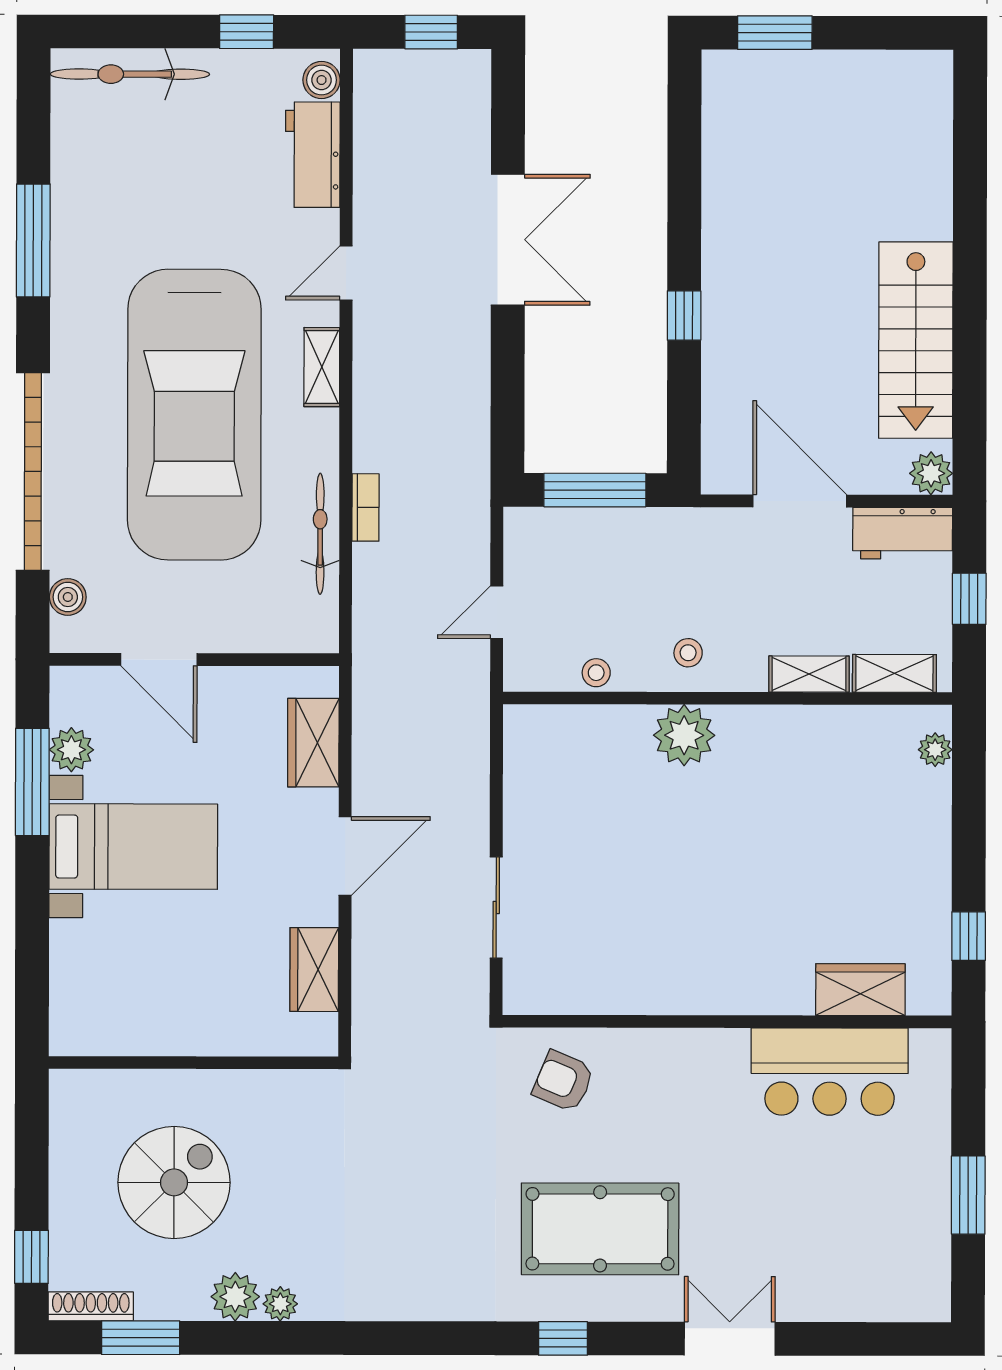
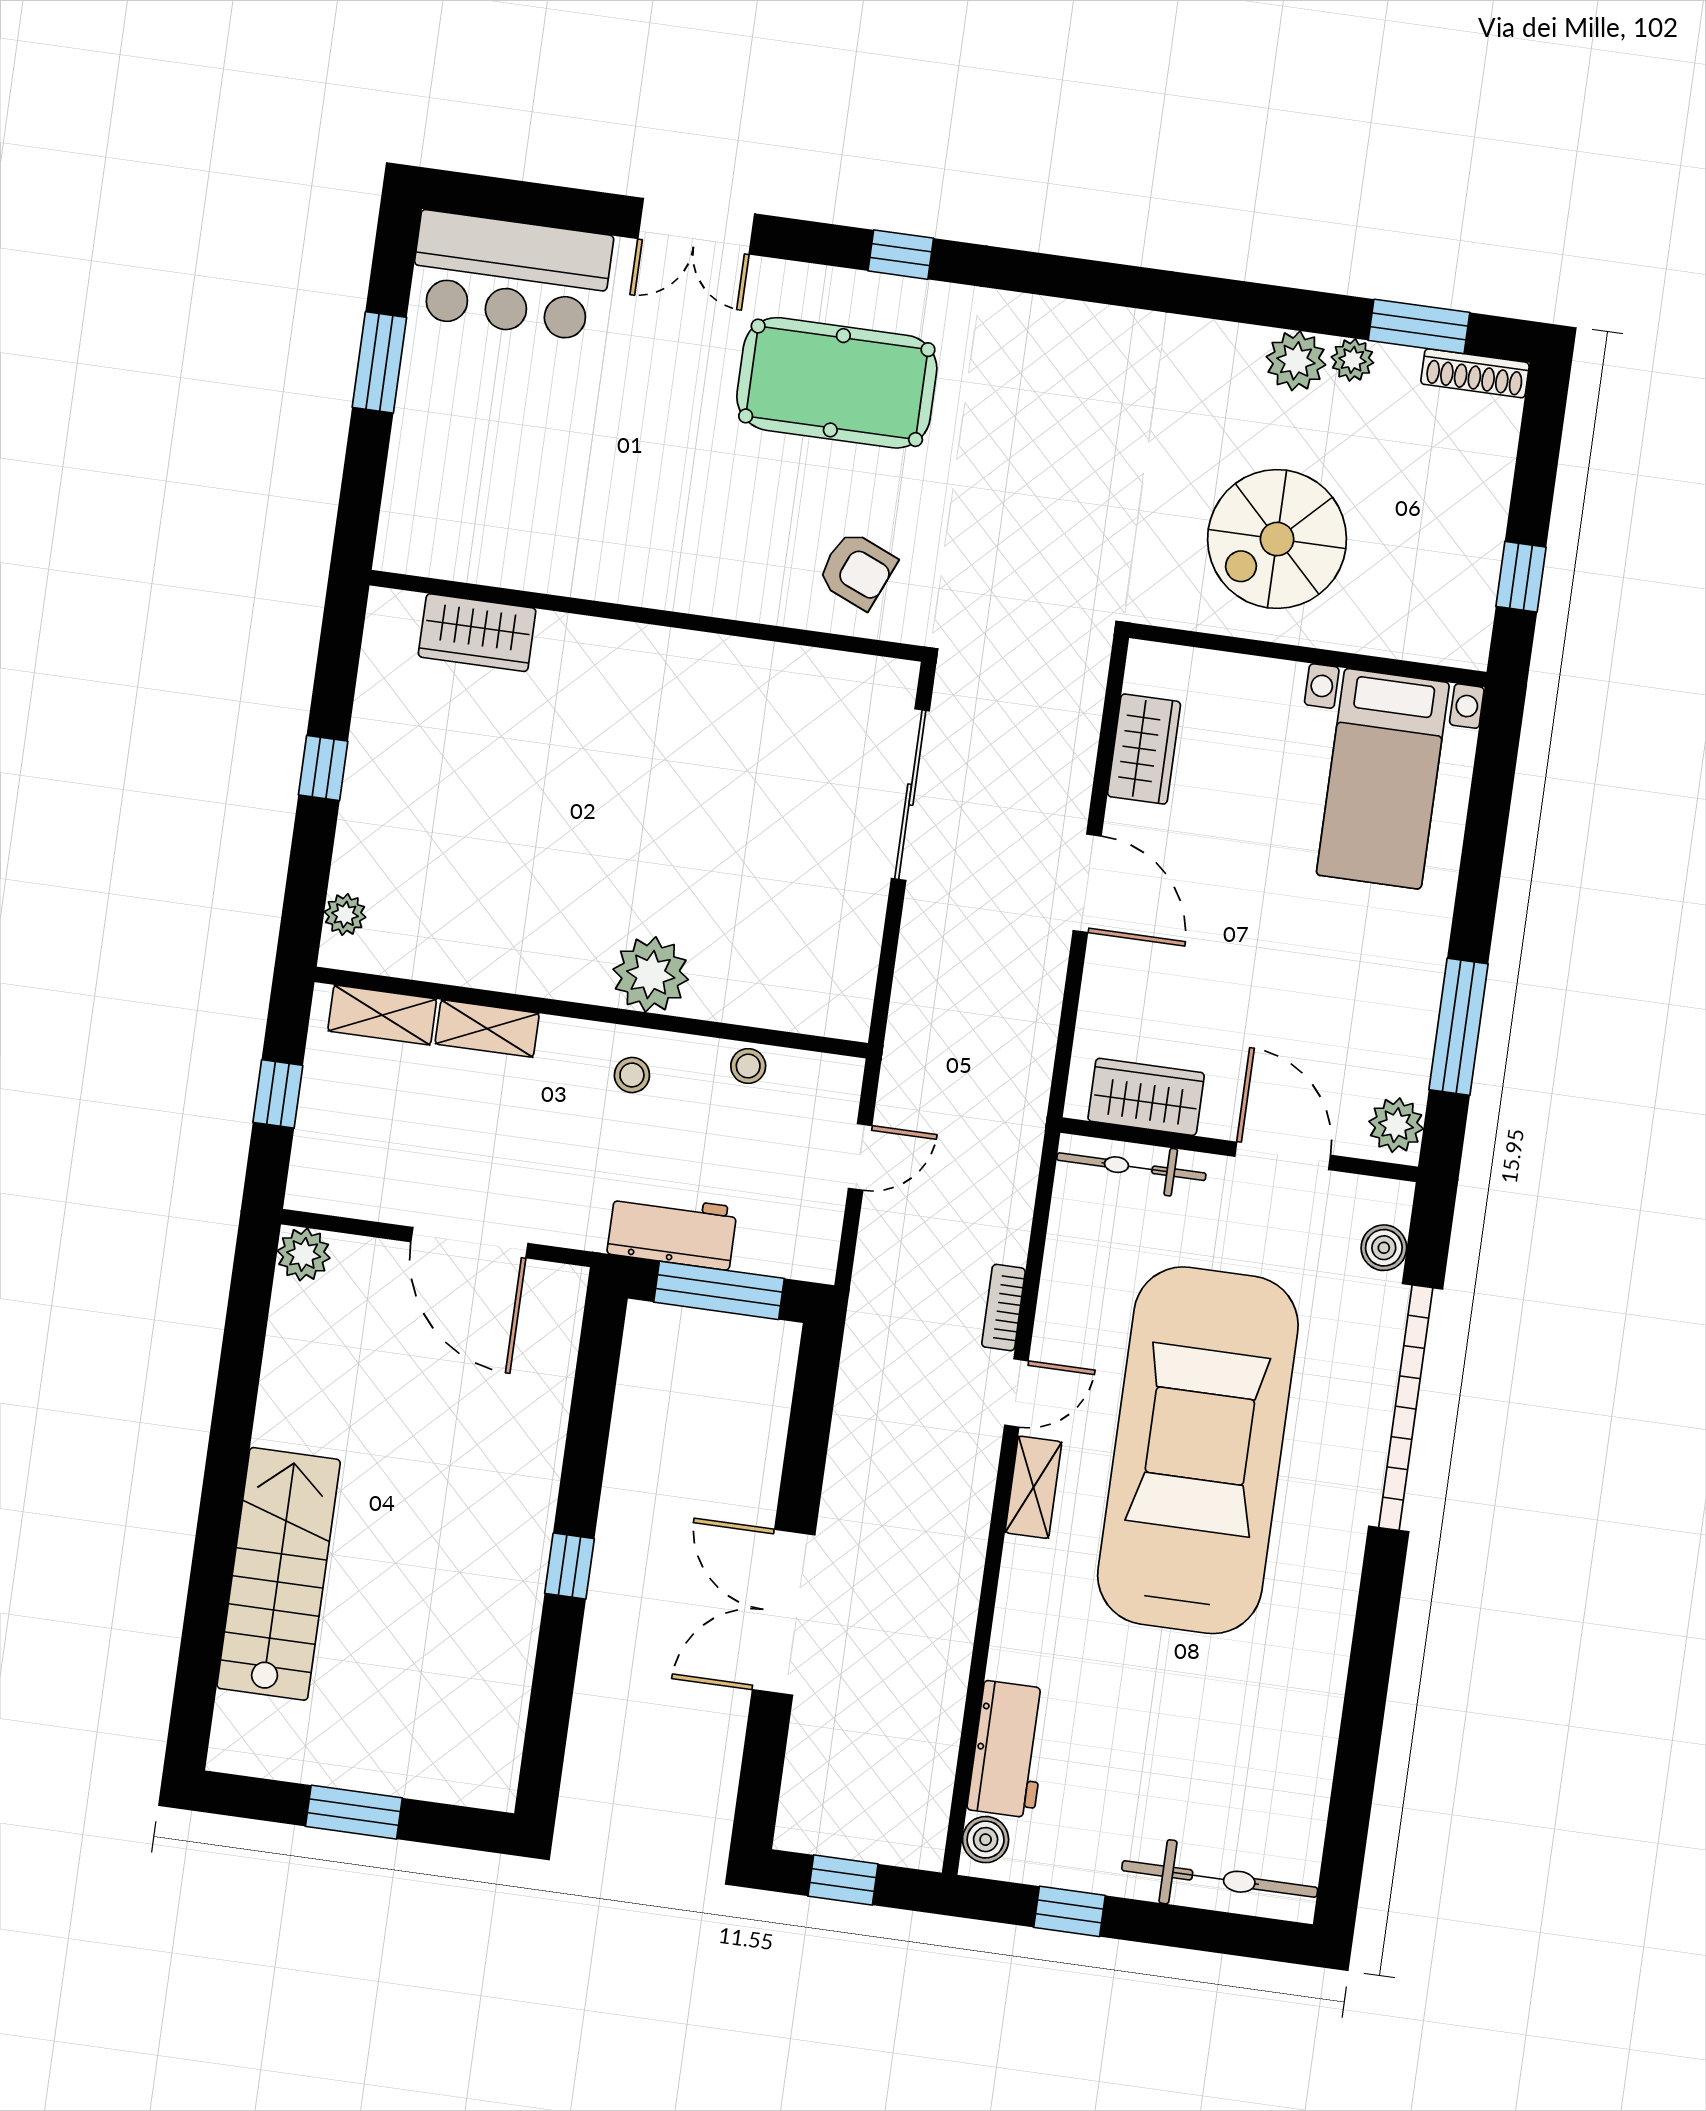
window: (775, 33) -> (354, 1812), moved
window: (33, 240) -> (1366, 1691), removed
door: (346, 273) -> (1016, 1393), moved
window: (684, 316) -> (570, 1566), moved
stairs: (916, 340) -> (279, 1574), moved
workbench: (903, 533) -> (672, 1231), moved
bicycle: (320, 534) -> (1131, 1167), moved, turned 90
wardrobe: (313, 743) -> (1146, 1097), moved, turned -90
plant: (71, 750) -> (1396, 1125), moved
bed with nightstands: (133, 847) -> (1383, 779), moved, turned -90
door: (345, 856) -> (1087, 883), swing flipped
sliding door: (496, 907) -> (910, 795), width x1.37
window: (969, 936) -> (323, 768), moved
bar counter: (830, 1072) -> (511, 276), moved, turned 180
spiral stairs: (174, 1182) -> (1277, 539), moved
window: (31, 1257) -> (1521, 577), moved
plant: (280, 1304) -> (1352, 360), moved

